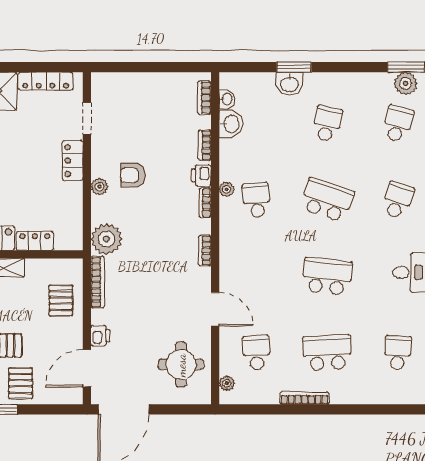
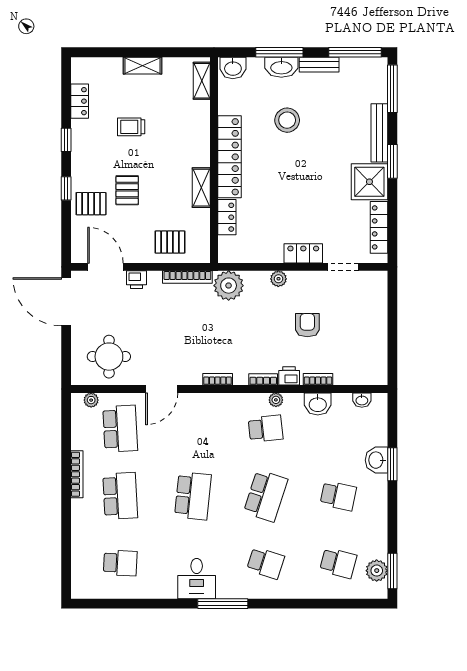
bookcase: (204, 98) -> (363, 379), removed
washbasin: (231, 124) -> (318, 404), moved
armchair: (133, 175) -> (307, 325), moved
school desk: (257, 353) -> (120, 429), width x1.85

